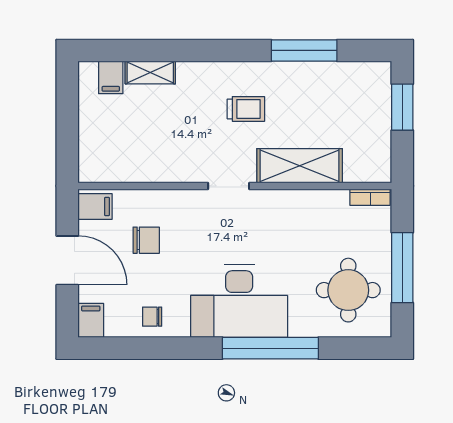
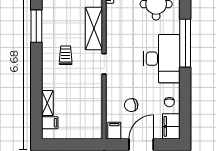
chair: (146, 240) -> (131, 105), turned -100
filing cabinet: (91, 320) -> (171, 126), width x2.00

